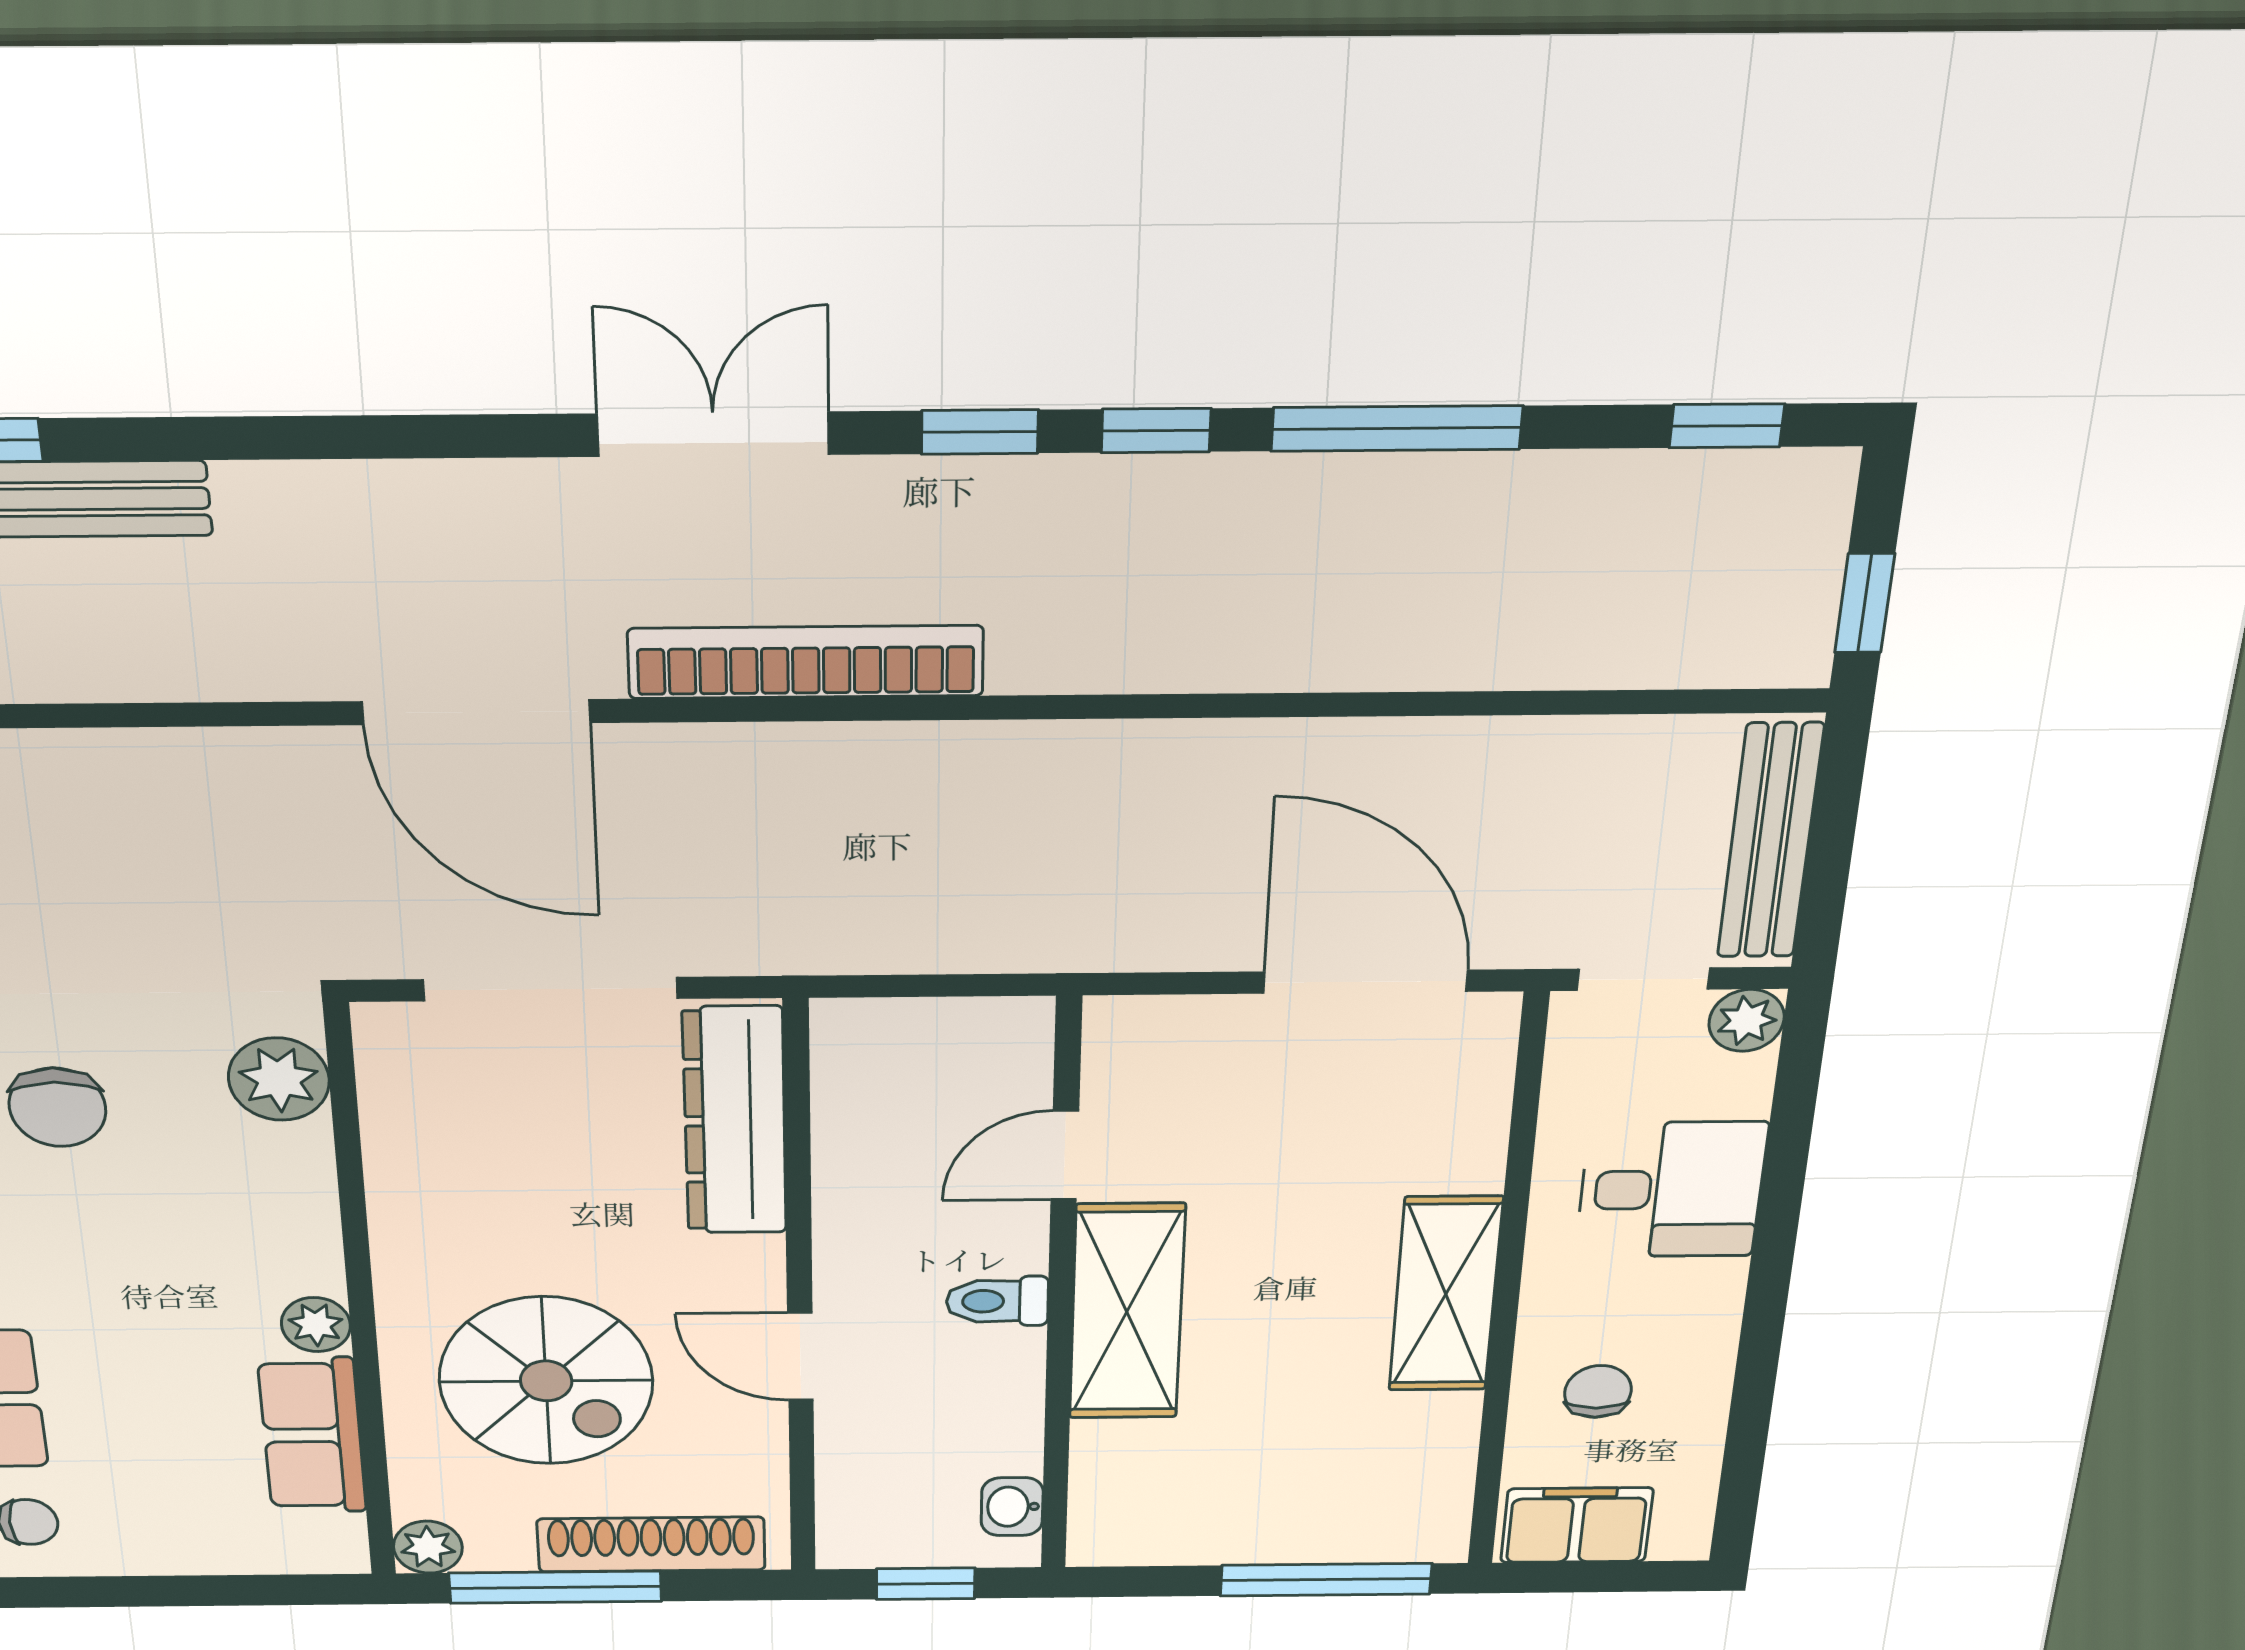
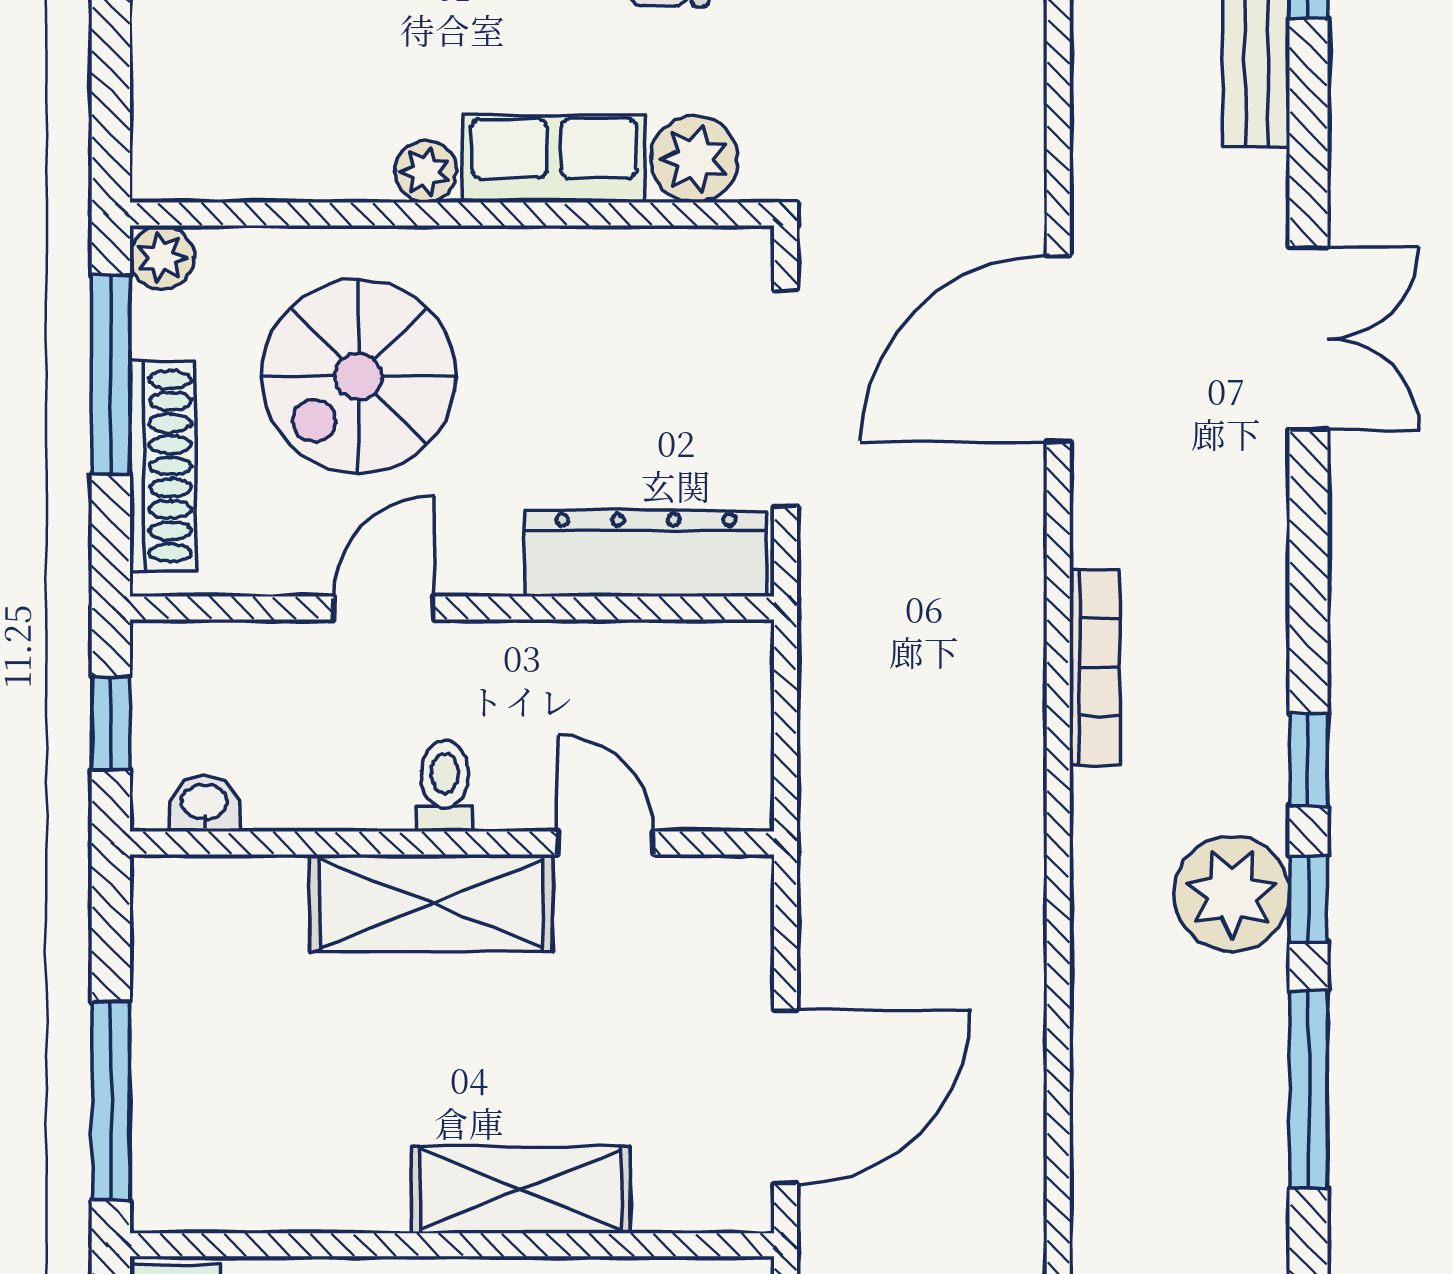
double door: (713, 434) -> (1309, 338), moved
plant: (1146, 518) -> (1232, 894), added
bookcase: (806, 662) -> (1095, 667), width x0.68, depth x0.76
shelving: (1446, 1294) -> (521, 1190), moved
row of seats: (312, 1435) -> (554, 159), moved

